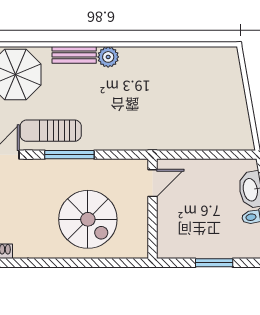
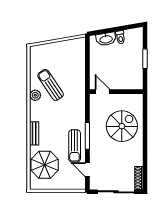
plant: (108, 57) -> (35, 95), moved
sun lounger: (165, 86) -> (51, 85), added

